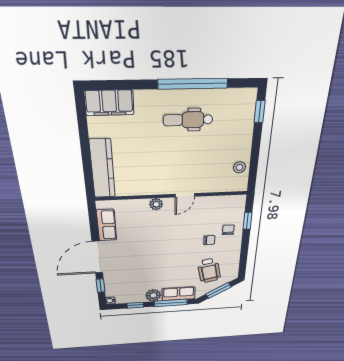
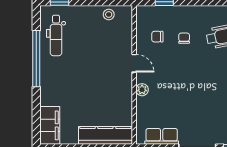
dental chair: (188, 120) -> (56, 35), moved
chair: (228, 230) -> (157, 37), moved

